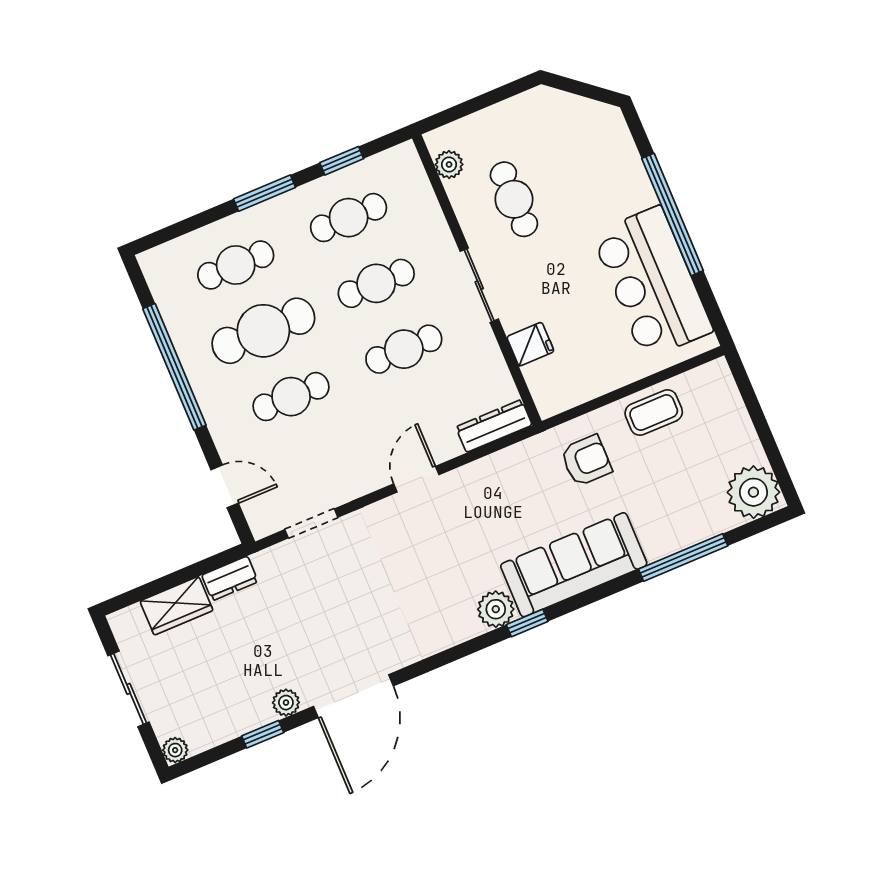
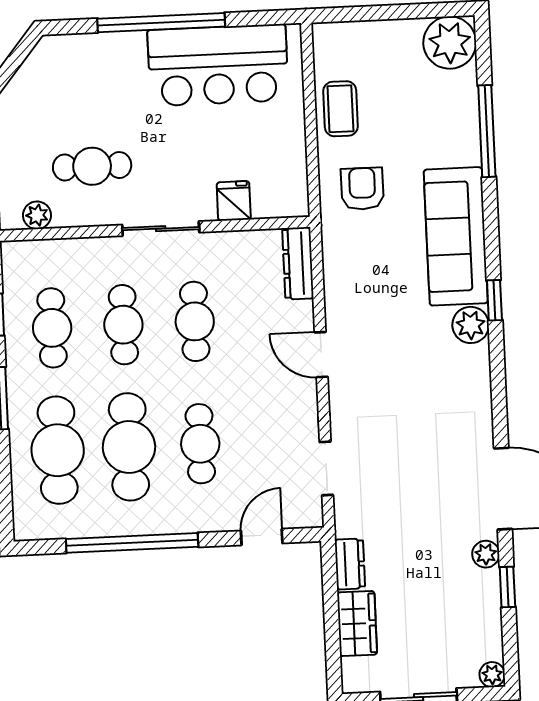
cafe table: (236, 265) -> (58, 450), width x1.37, depth x1.35

